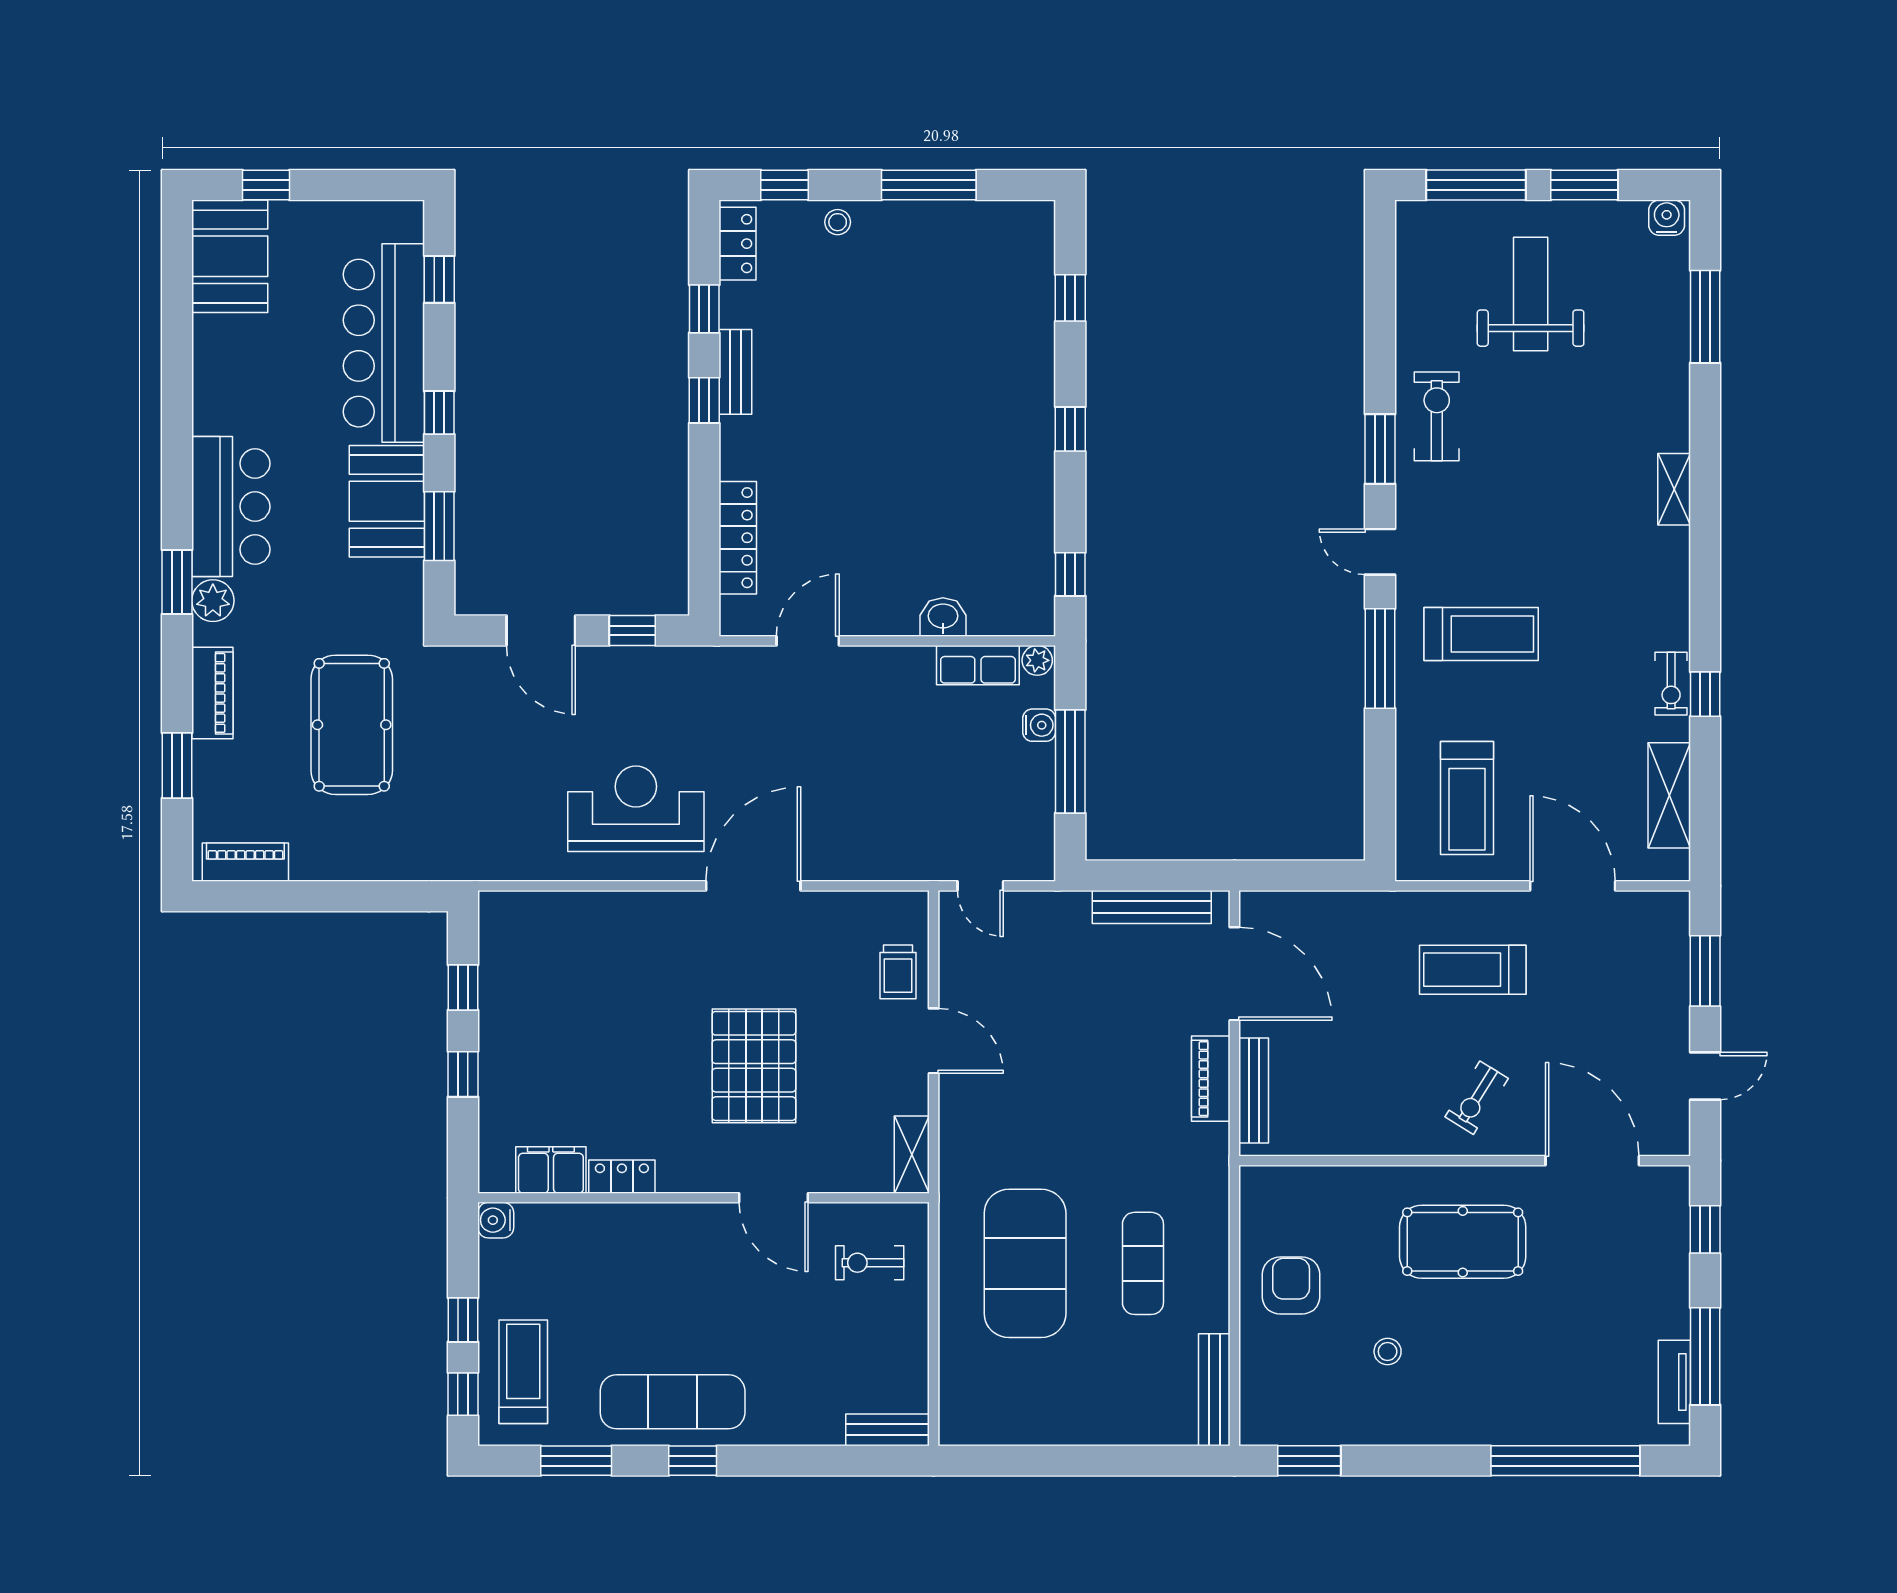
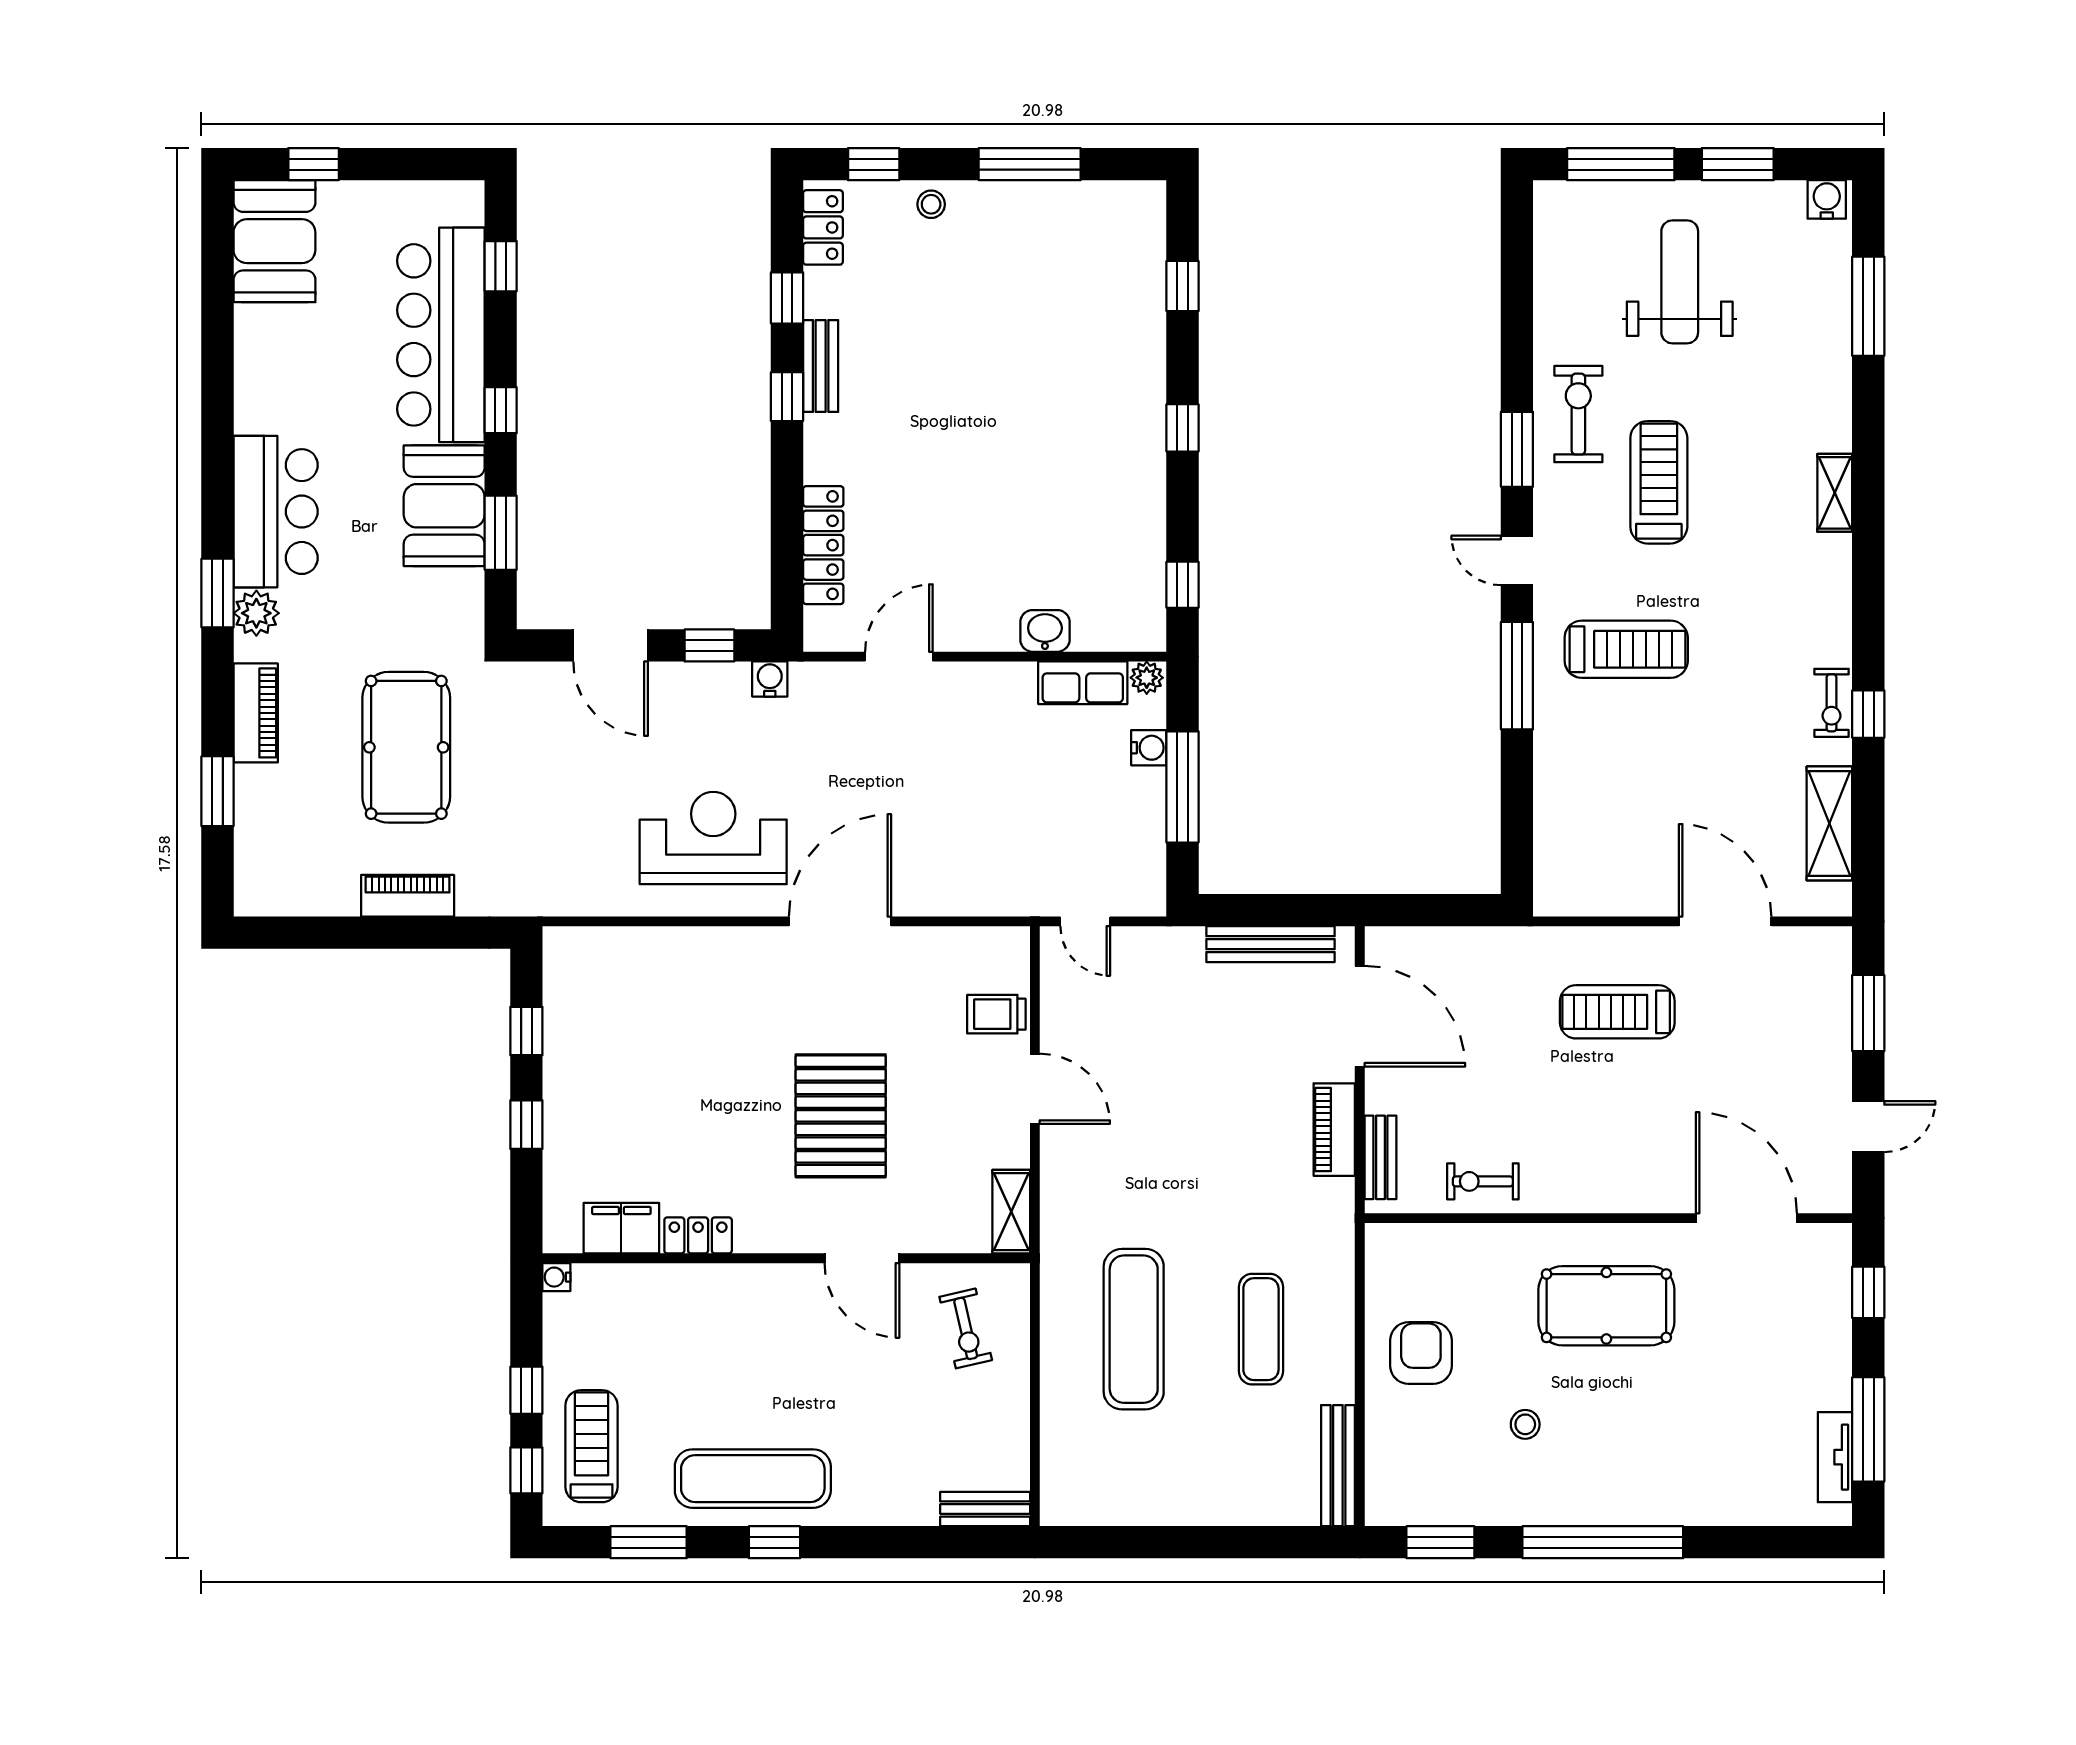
water cooler: (688, 662) -> (770, 679), added
treadmill: (1467, 798) -> (1659, 482), moved, turned 180
piano: (245, 862) -> (408, 896), moved
trolley: (898, 972) -> (996, 1014), turned 90
bench: (1254, 1090) -> (1380, 1157), width x0.73
exercise bike: (1477, 1098) -> (1483, 1181), moved, turned 58
water cooler: (496, 1220) -> (556, 1277), width x0.72, depth x0.72
exercise bike: (870, 1263) -> (966, 1328), turned -103
exercise mat: (1025, 1263) -> (1134, 1329), width x0.68
window: (1565, 1461) -> (1603, 1542), moved

